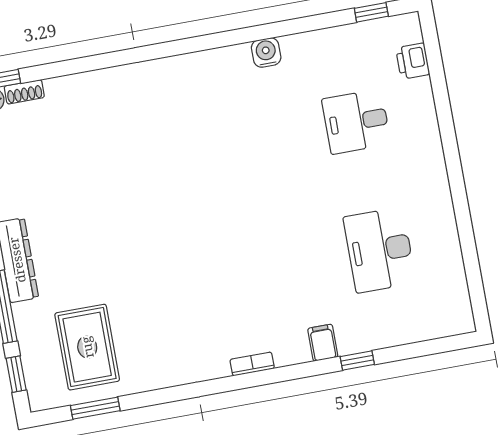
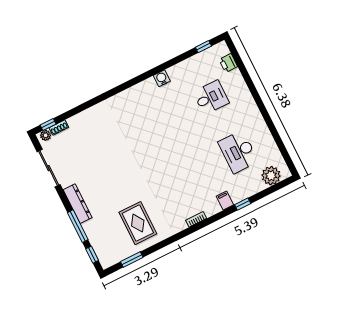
desk: (356, 122) -> (211, 97), turned 180
plant: (433, 319) -> (271, 176), added
rug: (87, 347) -> (138, 223), moved

